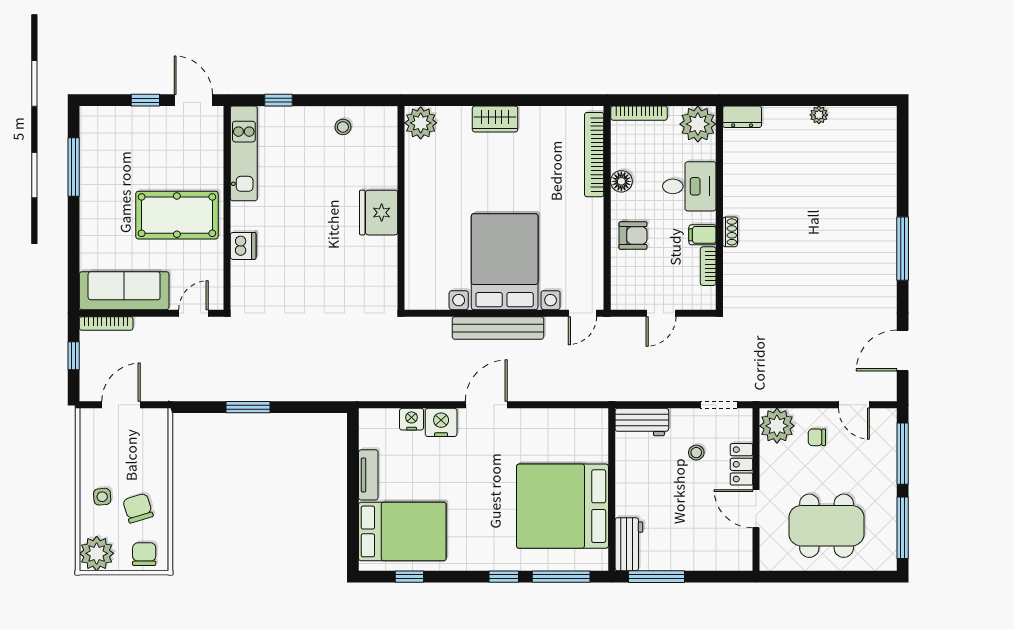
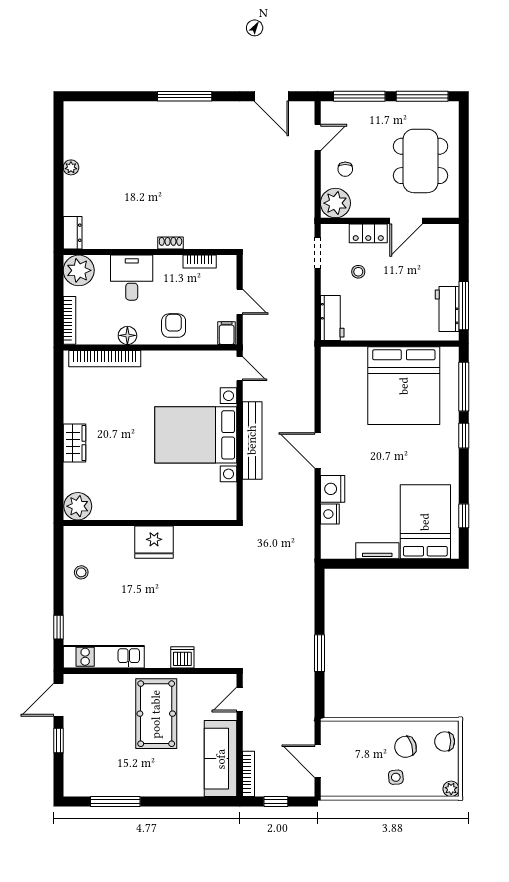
filing cabinet: (702, 235) -> (227, 333), moved, turned 180
door: (194, 313) -> (240, 700), hinge flipped
workbench: (629, 544) -> (447, 309), moved, turned -90
plant: (97, 553) -> (451, 789), width x0.53, depth x0.53

